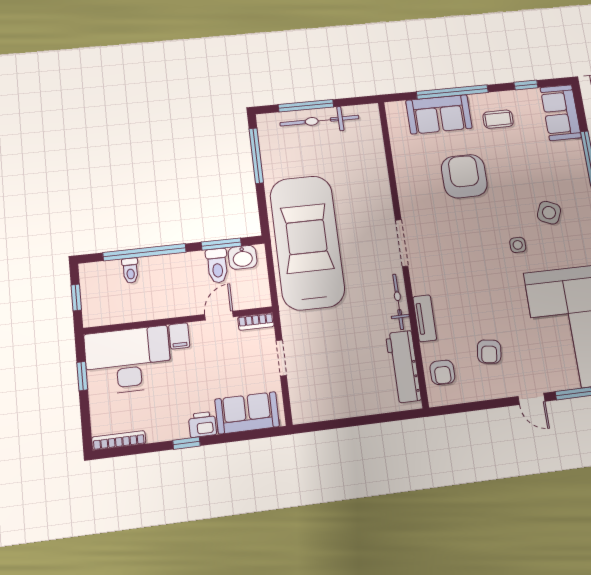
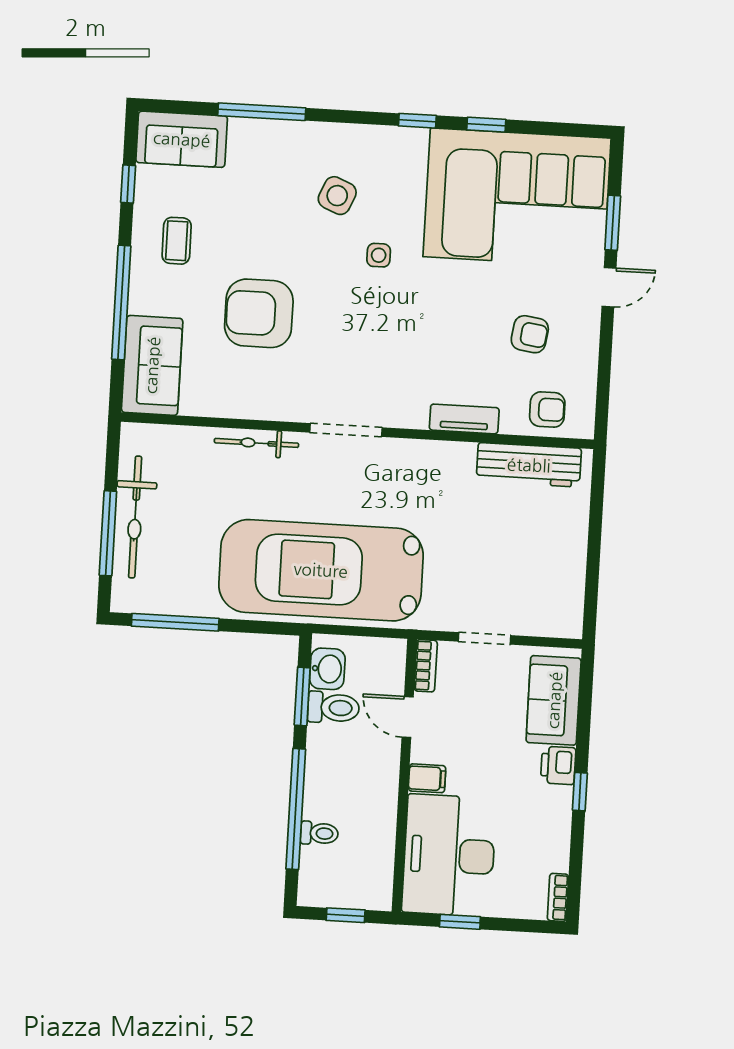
sofa: (439, 114) -> (152, 365), moved
bicycle: (398, 302) -> (256, 443), moved
bookcase: (119, 440) -> (558, 897), width x0.64

